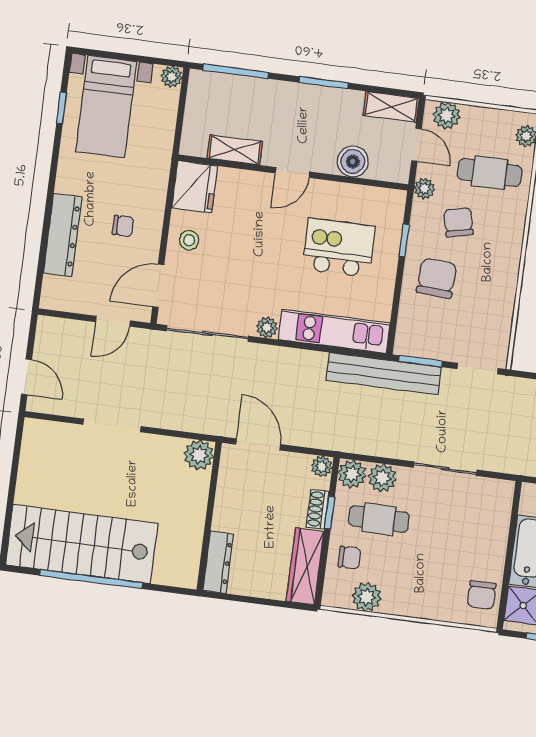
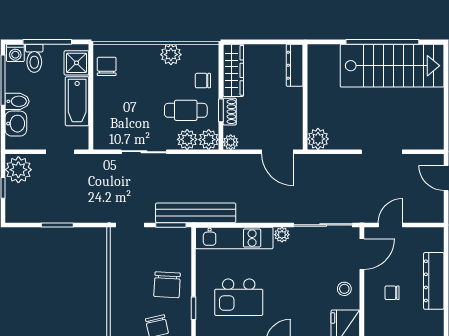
plant: (367, 597) -> (171, 55), moved

